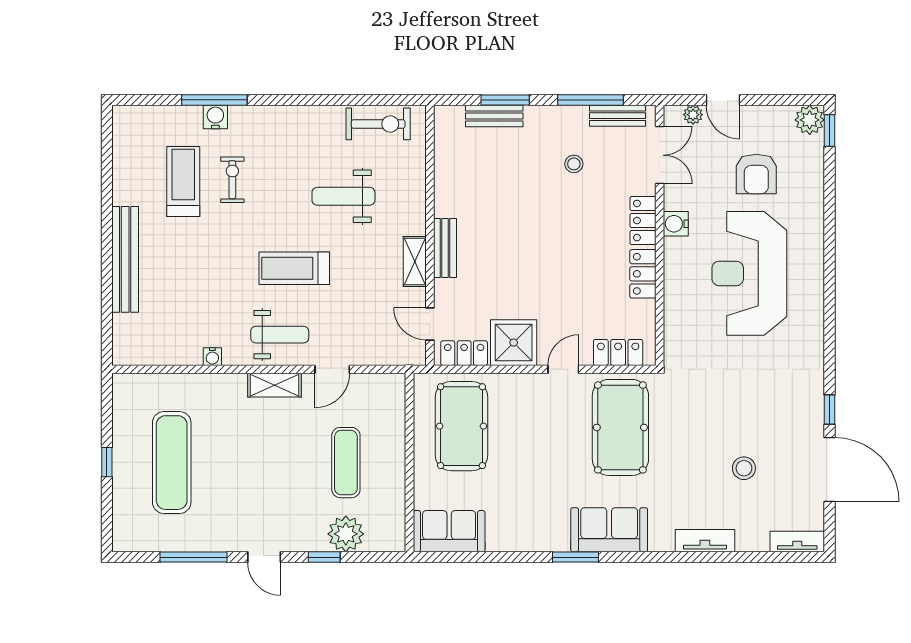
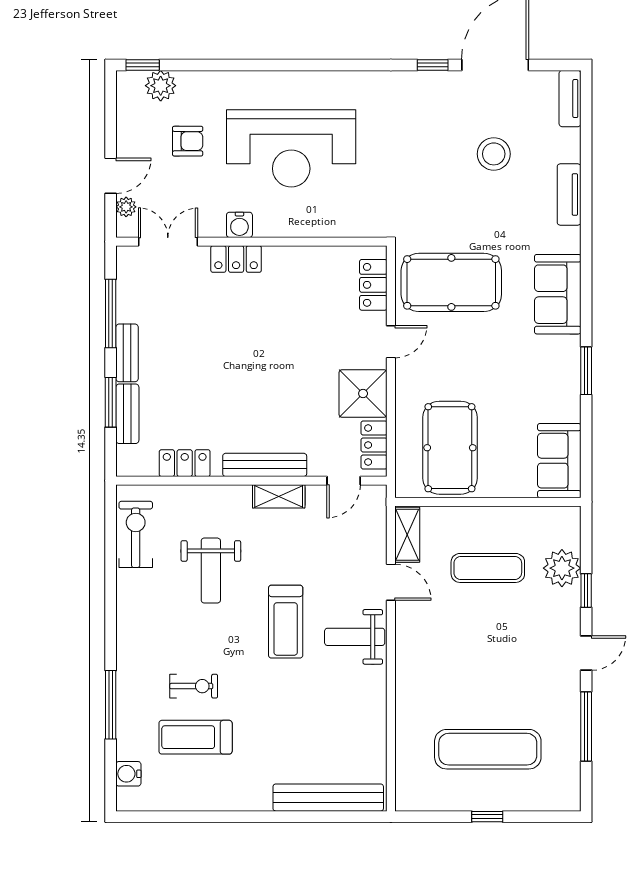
bench: (617, 116) -> (127, 353), moved
water cooler: (215, 117) -> (128, 774), moved
plant: (810, 120) -> (161, 86), moved
stool: (574, 164) -> (177, 331), removed
armchair: (756, 174) -> (188, 141), width x0.72, depth x0.72
exercise bike: (232, 180) -> (194, 686), turned 180
bench: (445, 248) -> (265, 465), width x1.36
bench: (125, 259) -> (328, 798), moved
locker: (643, 274) -> (185, 463), moved, turned 180
weight bench: (280, 335) -> (355, 637), turned -90
water cooler: (212, 357) -> (378, 707), removed
door: (563, 369) -> (391, 342), swing flipped
shelving: (275, 385) -> (407, 535), moved
pool table: (461, 426) -> (450, 448), turned 90
stool: (744, 468) -> (494, 154), width x1.38, depth x1.38
window: (575, 557) -> (586, 371), moved

